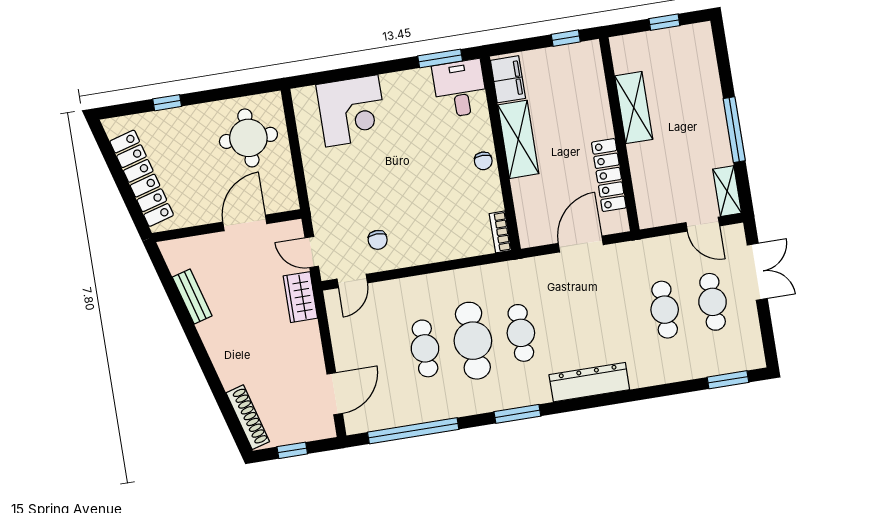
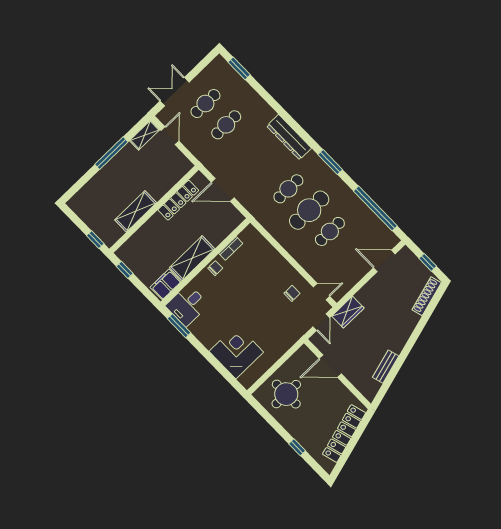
window: (664, 22) -> (95, 240), moved
bookcase: (500, 232) -> (231, 248), moved

